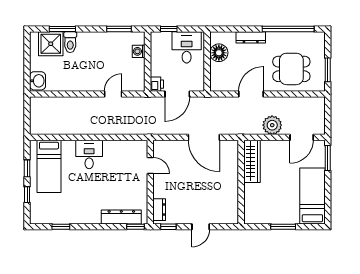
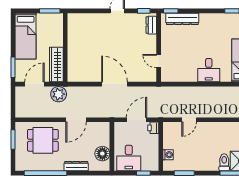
wardrobe: (252, 161) -> (56, 65), moved
wall: (241, 182) -> (65, 48), moved

